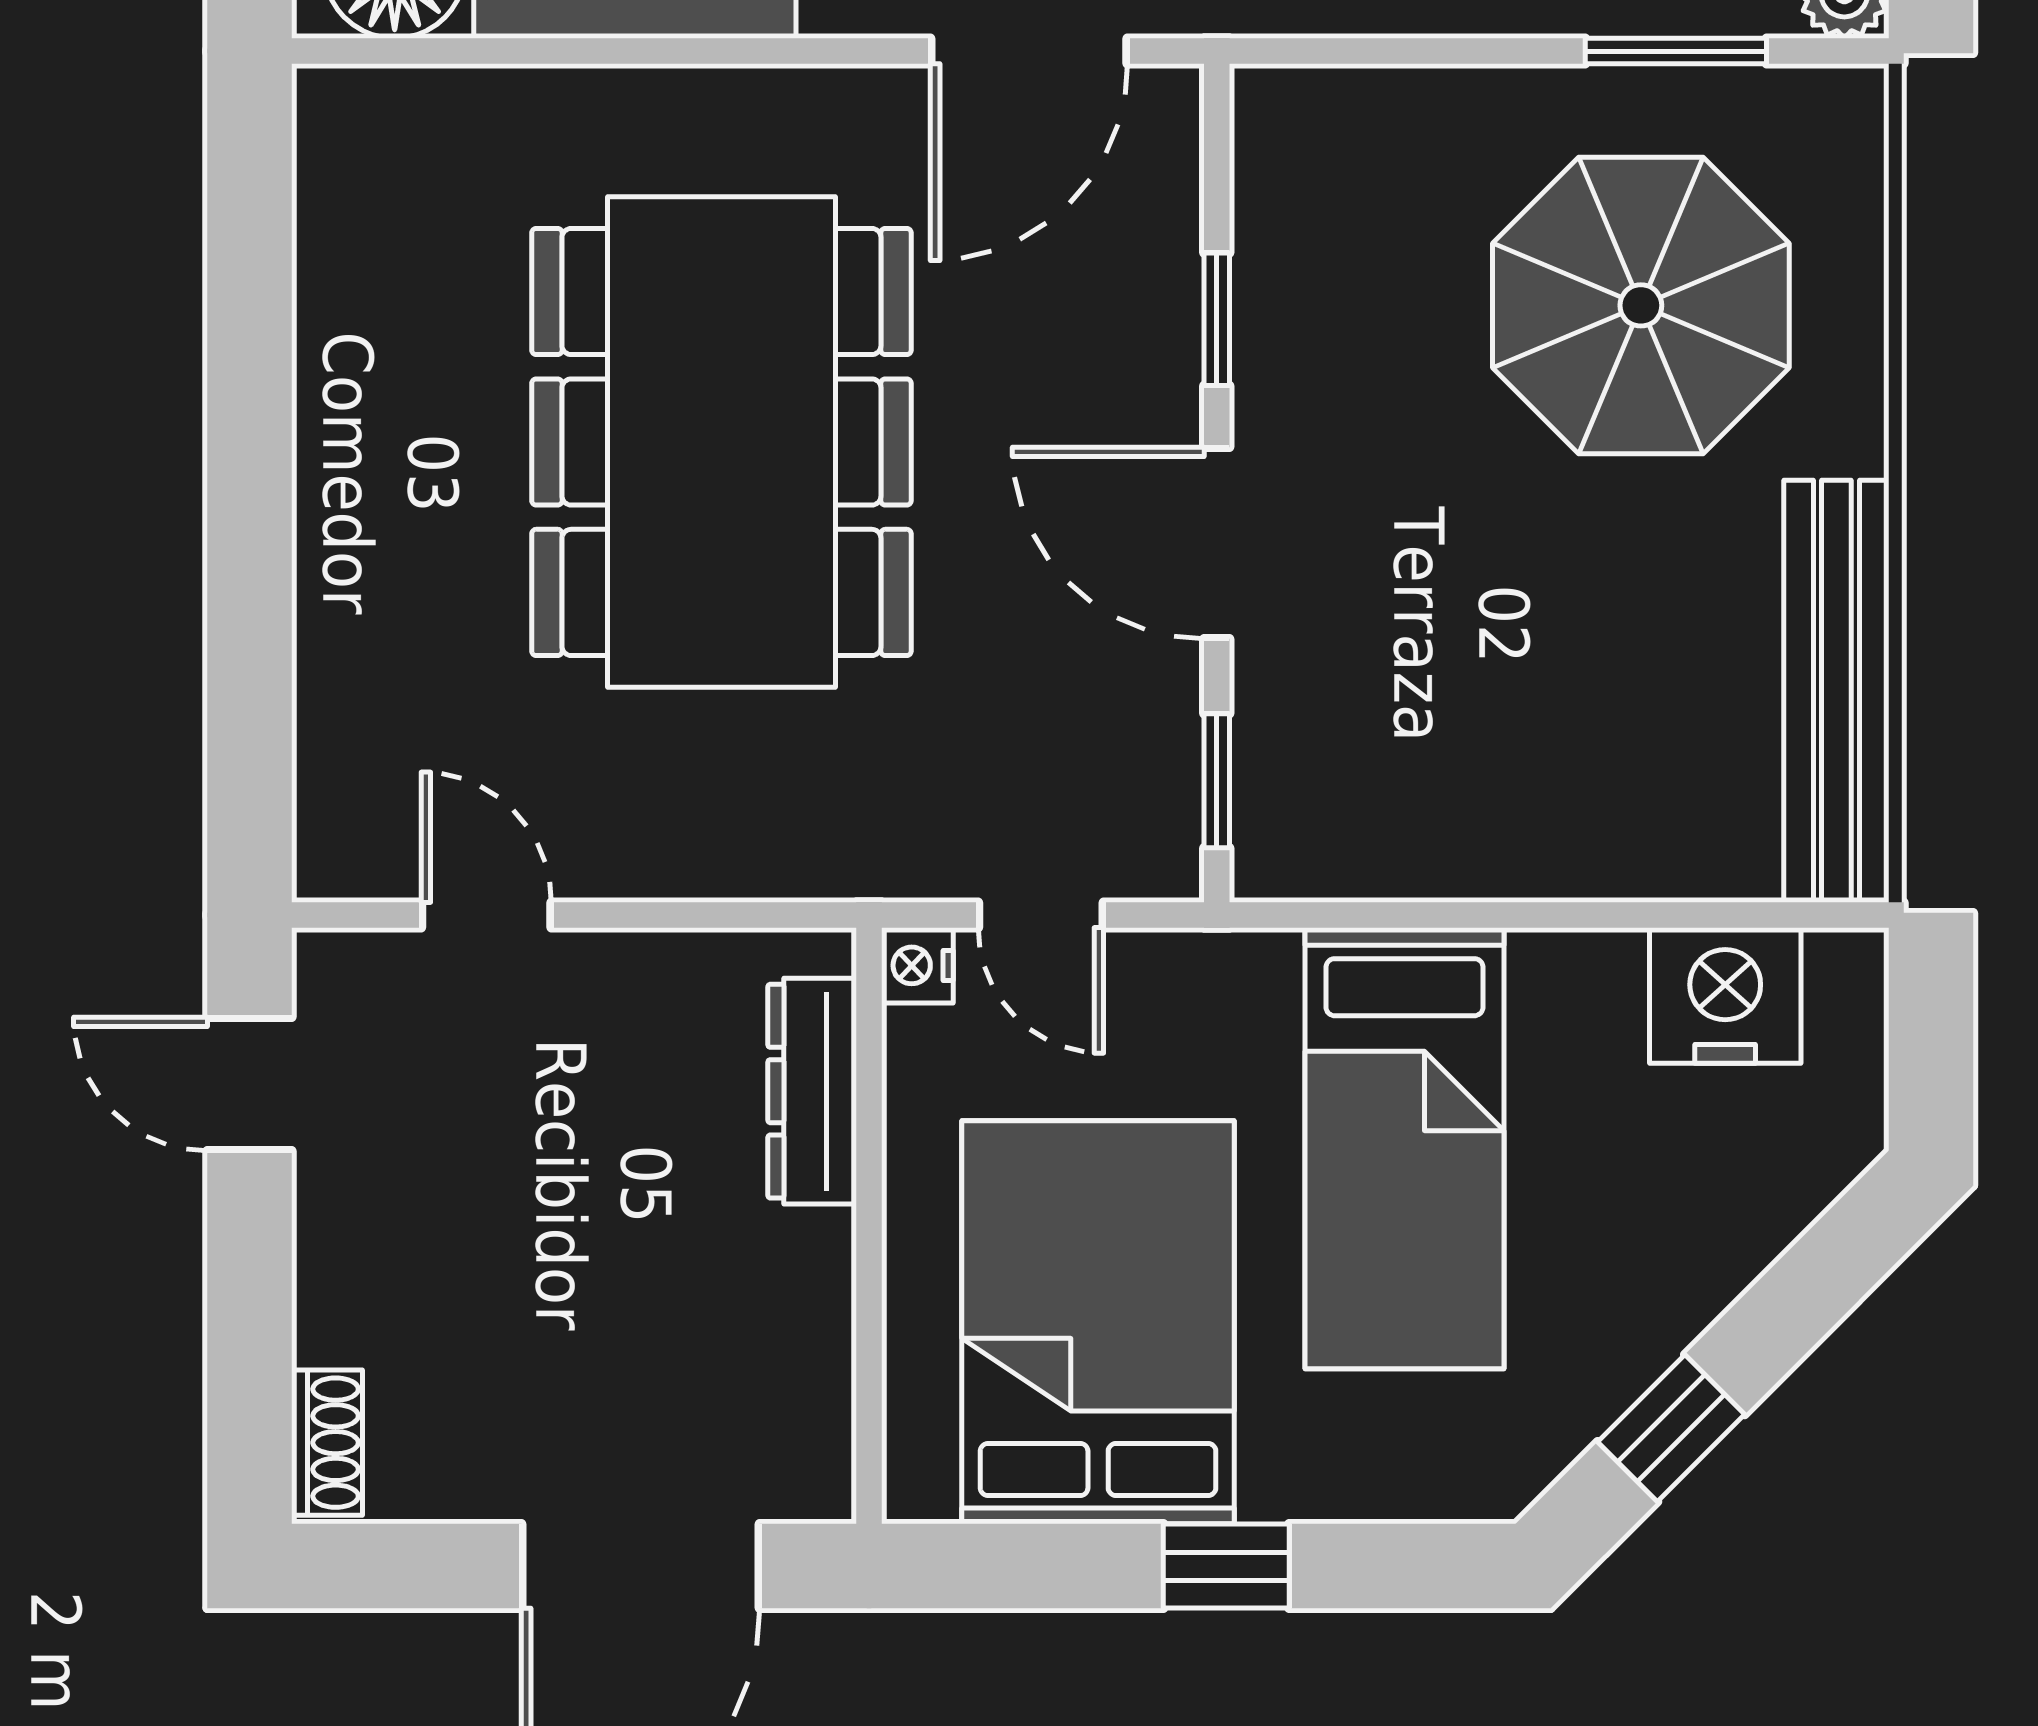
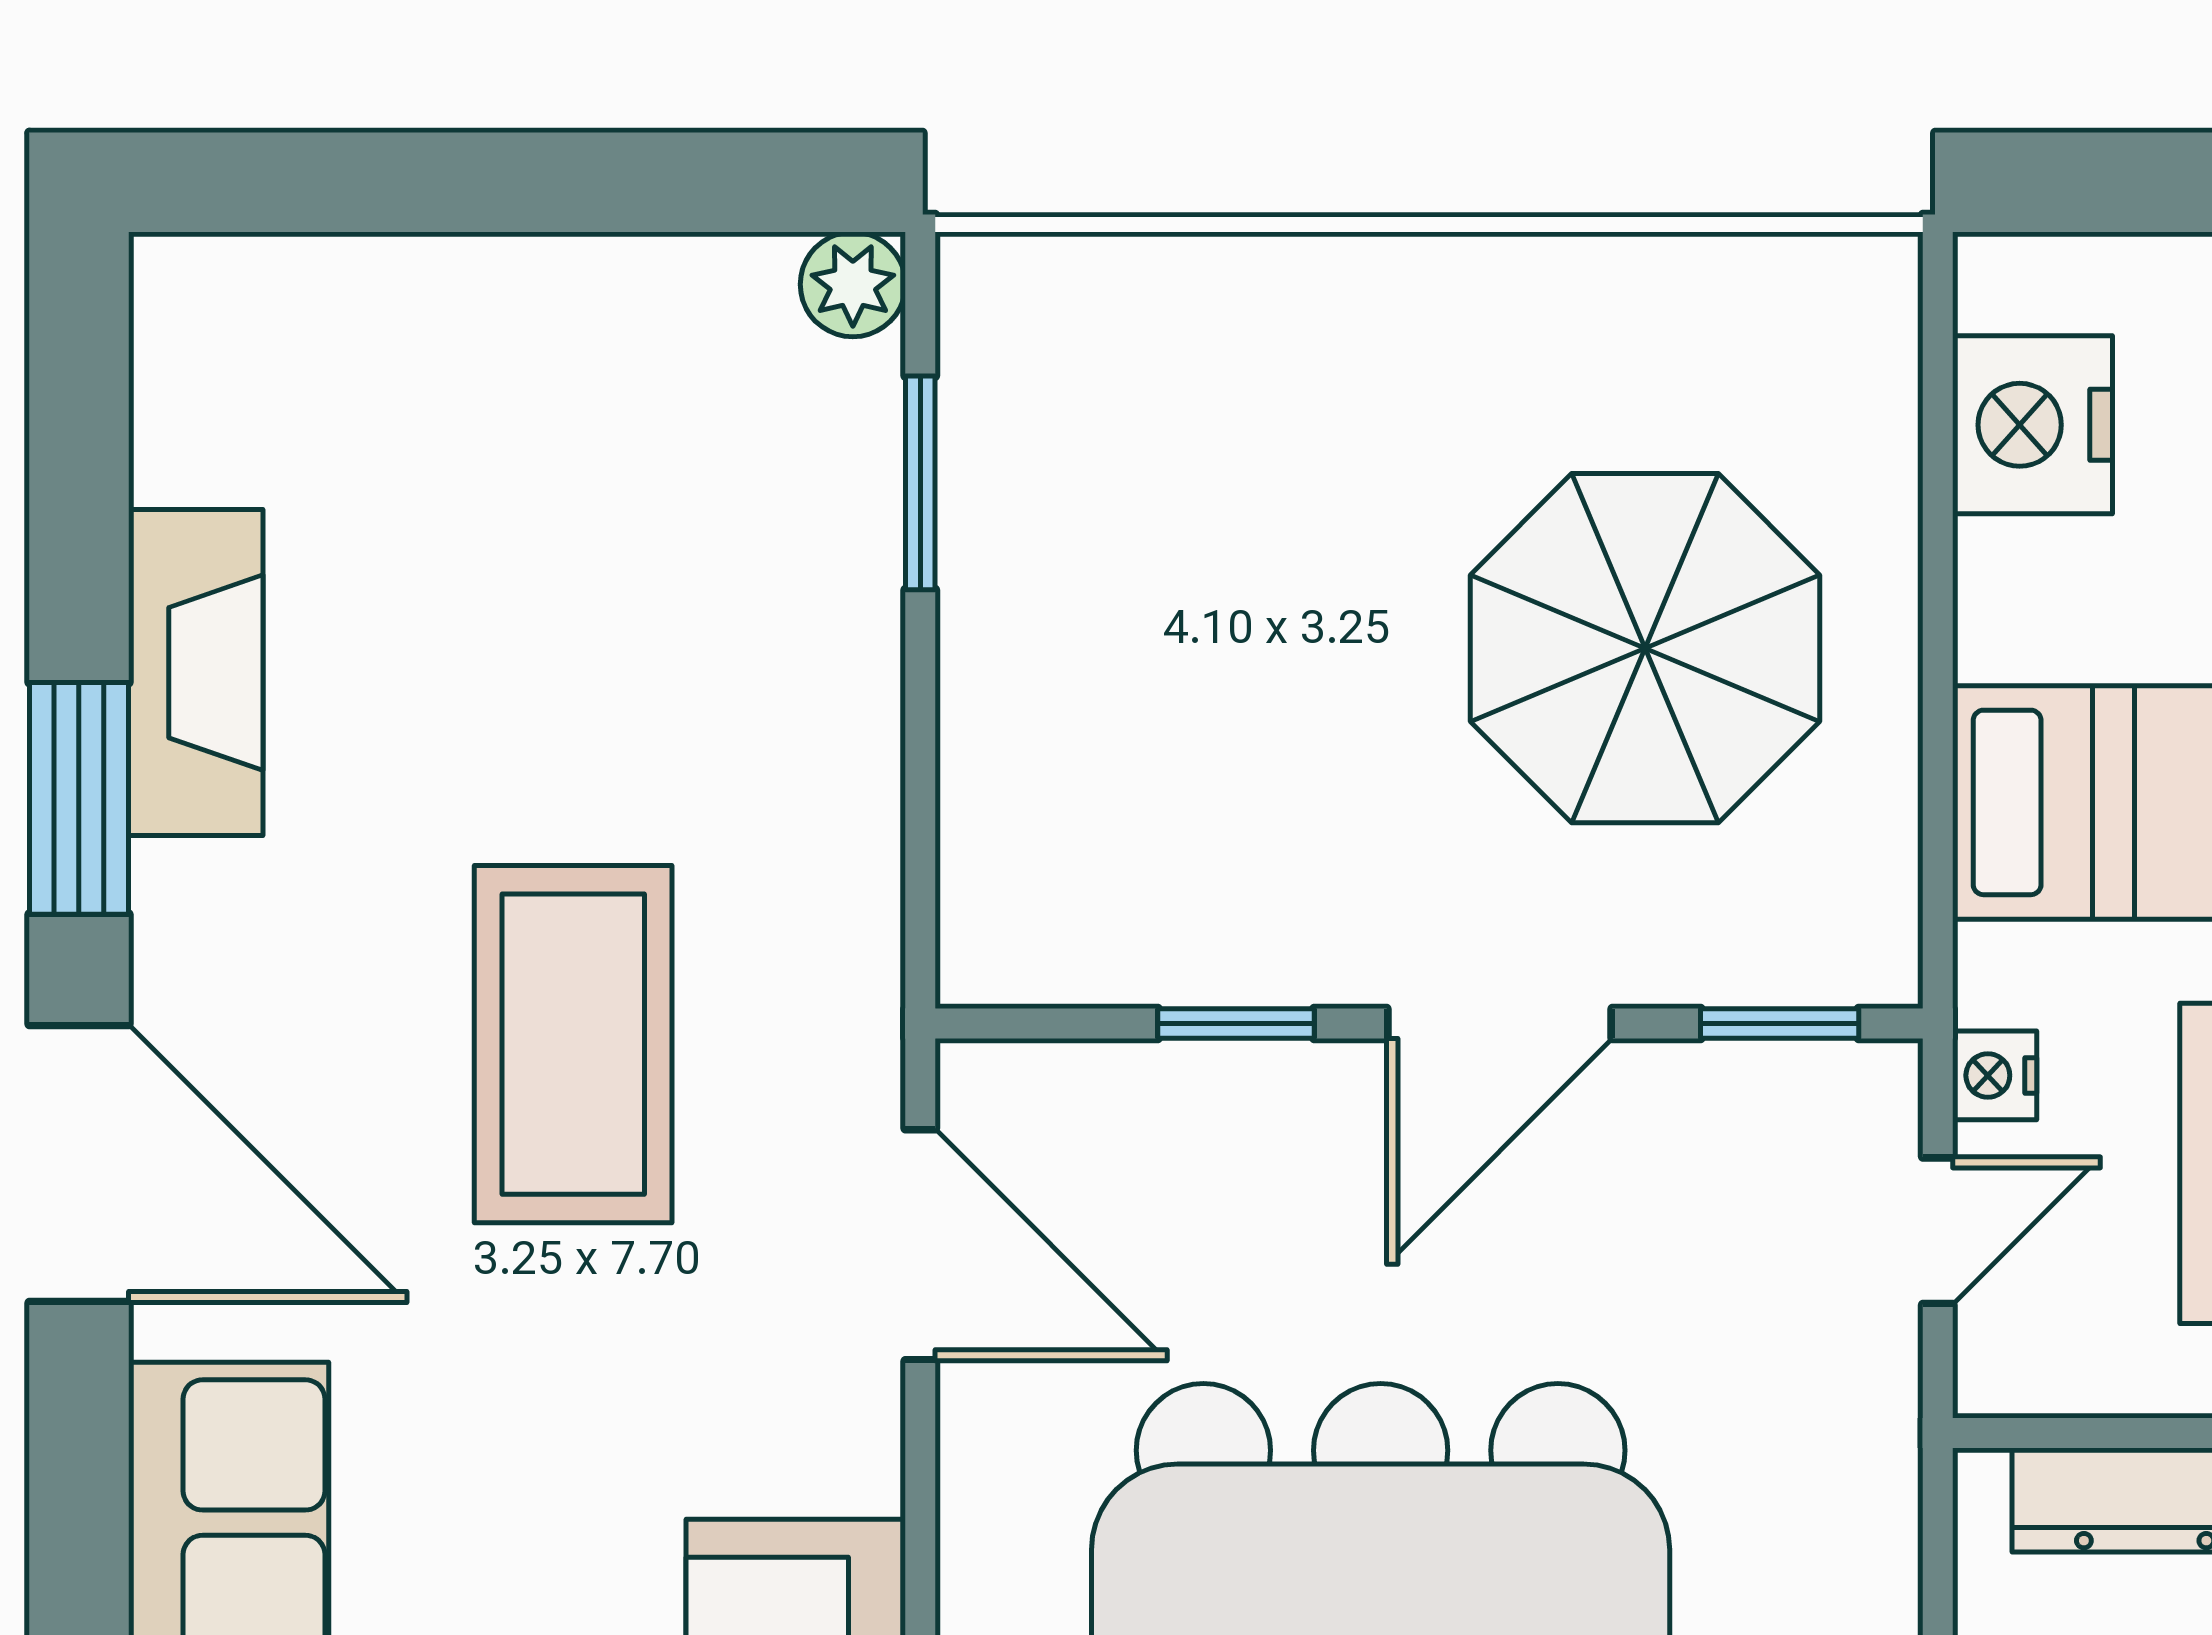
parasol: (1641, 305) -> (1645, 648), moved
bench: (1836, 691) -> (1674, 294), removed
nightstand: (917, 965) -> (1995, 1075), moved, turned 90

